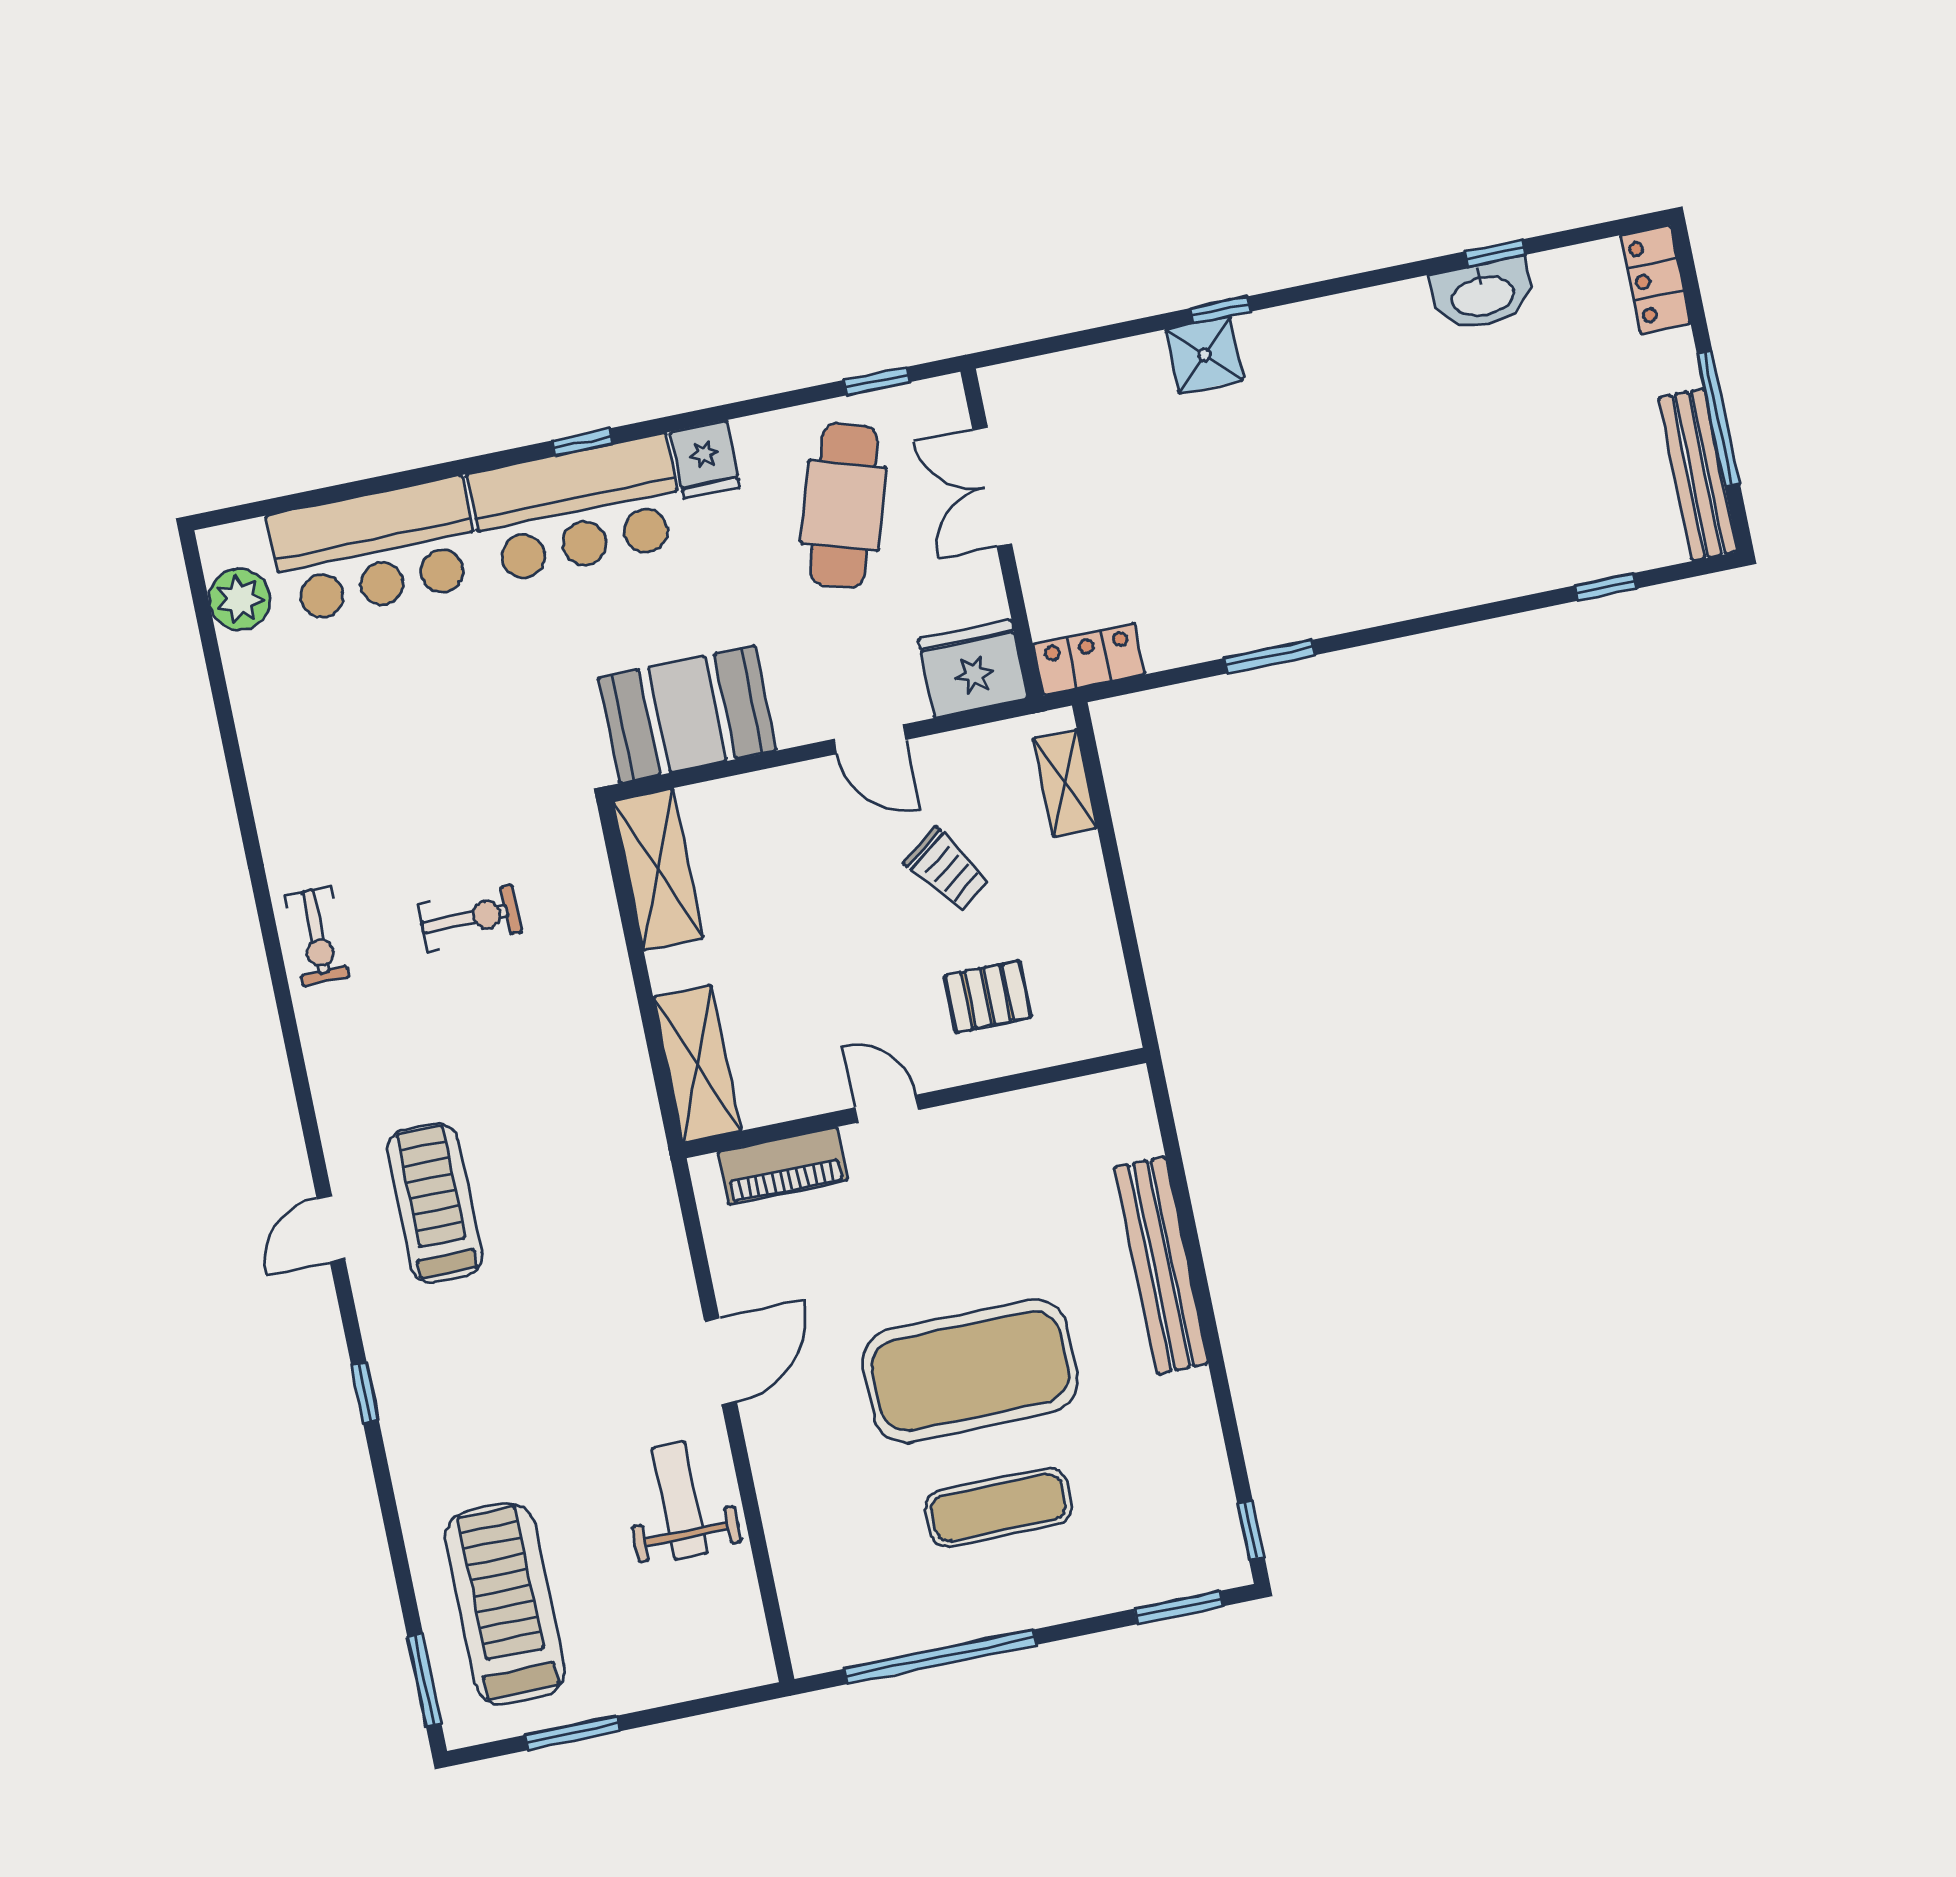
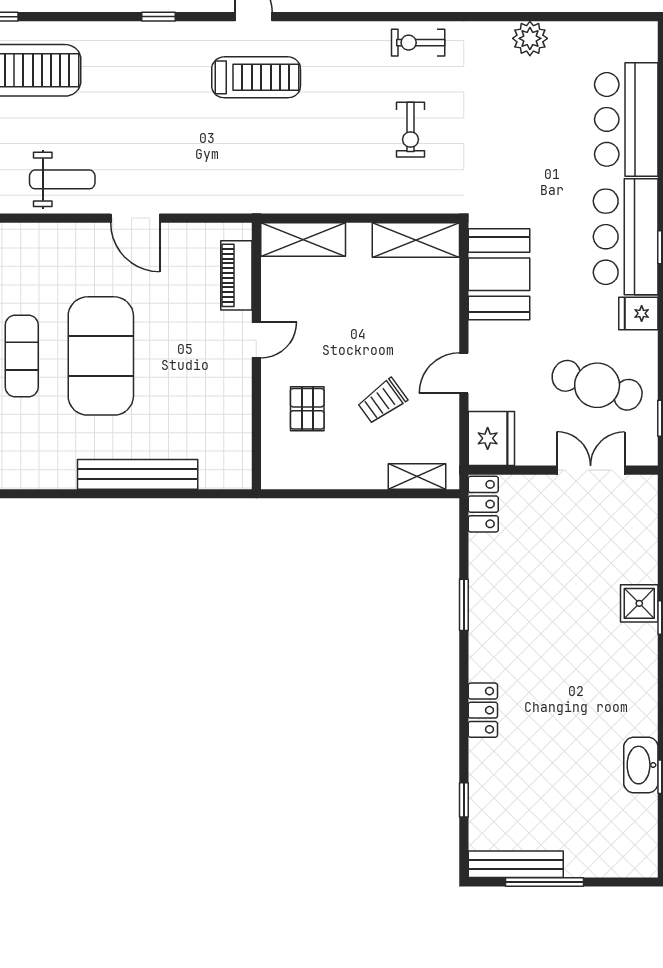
locker: (1655, 279) -> (483, 710), moved, turned 90
plant: (240, 599) -> (530, 38), moved

